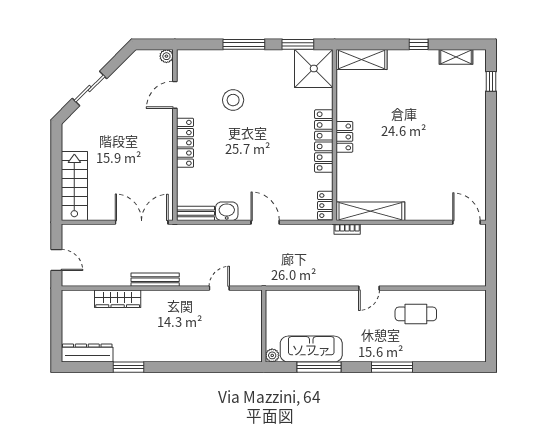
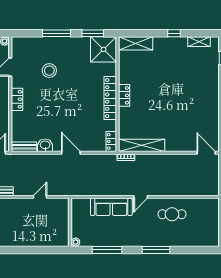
locker: (185, 143) -> (17, 99), width x0.66
sofa: (311, 349) -> (111, 207), moved, turned 180

